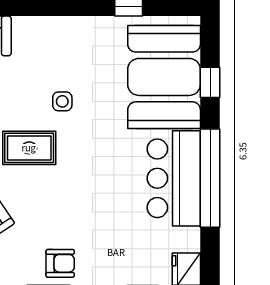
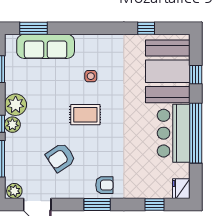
side table: (62, 101) -> (91, 76), moved

